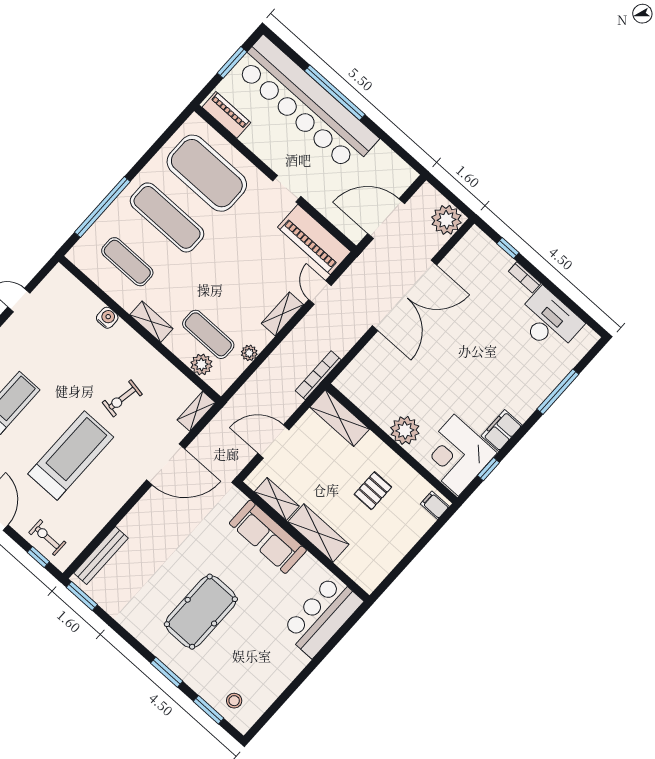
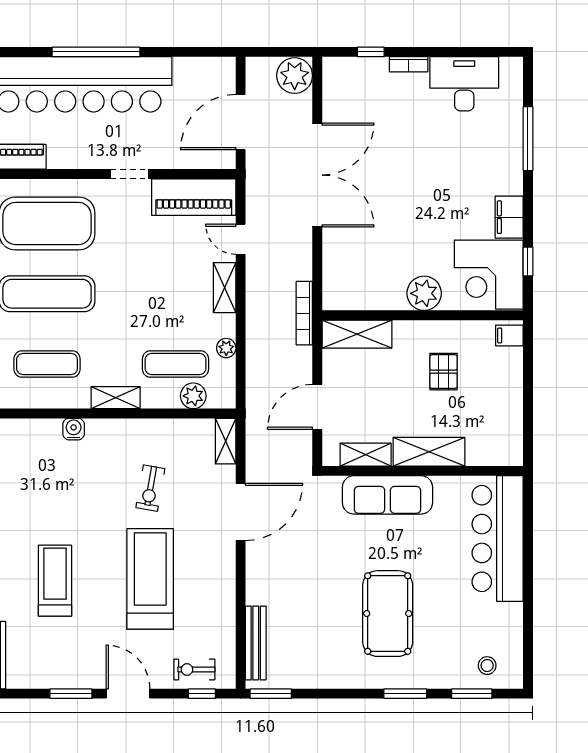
bar counter: (322, 616) -> (498, 539), width x1.36

